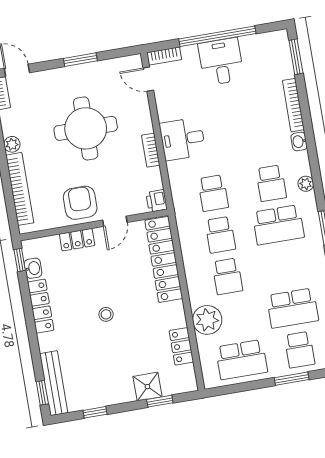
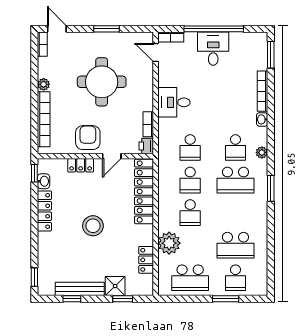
bookcase: (151, 150) -> (148, 124), moved
stool: (106, 314) -> (93, 226), width x1.89, depth x1.89
bench: (54, 383) -> (80, 289), moved, turned 90

